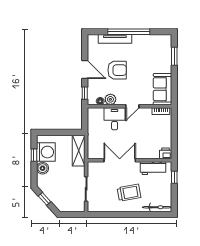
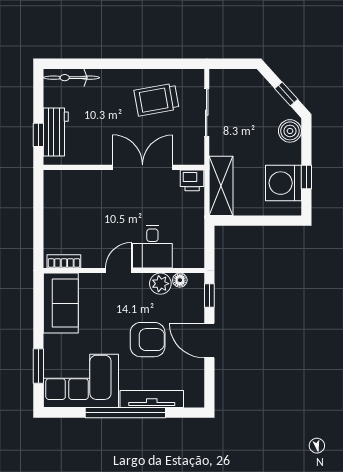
corner sofa: (152, 48) -> (81, 381), added
armchair: (117, 70) -> (148, 340), turned 180
printer: (166, 153) -> (192, 180), moved
double door: (120, 160) -> (143, 167), swing flipped
boiler: (43, 168) -> (290, 131), moved
workbench: (153, 168) -> (56, 132), moved, turned 90
trolley: (129, 193) -> (157, 100), moved

